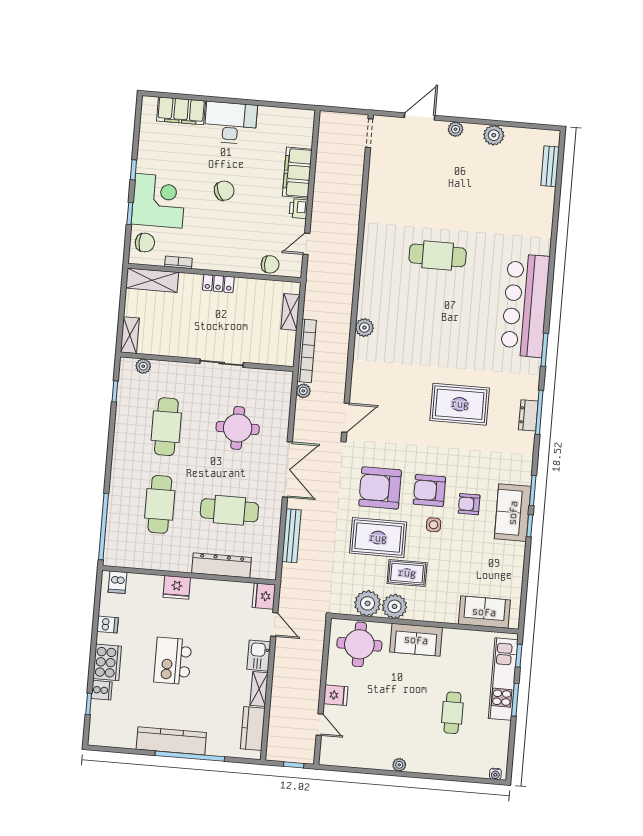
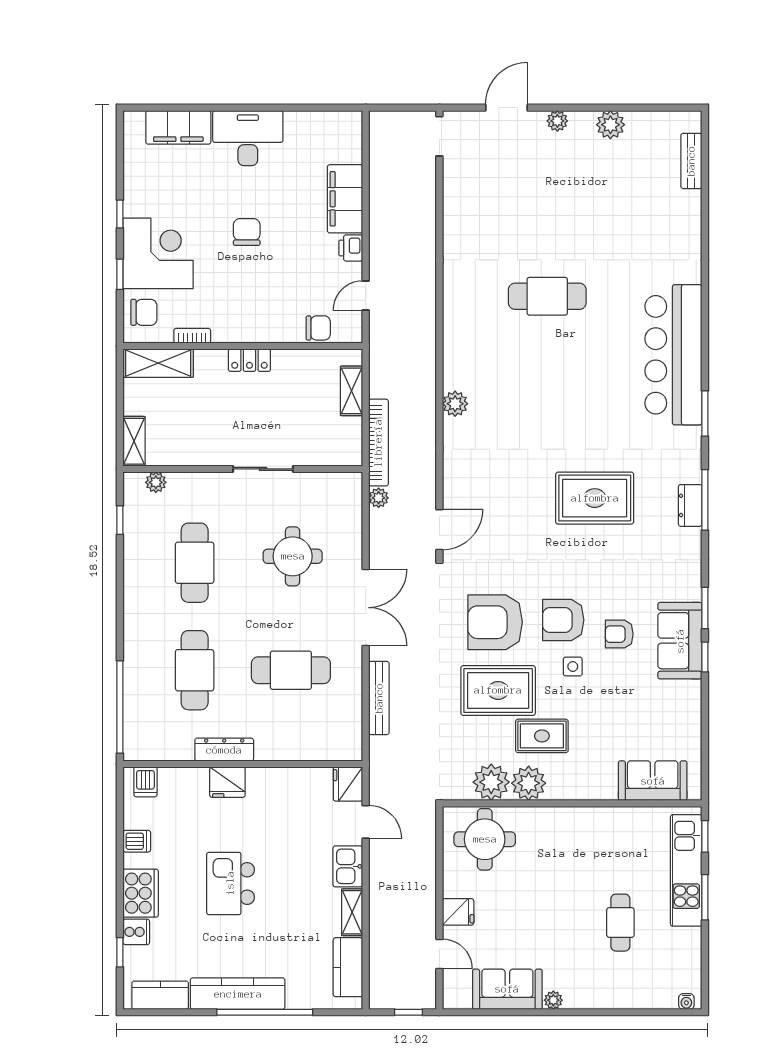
chair: (224, 191) -> (247, 232), turned -67
dresser: (222, 565) -> (224, 750), moved, width x0.73, depth x0.80
sofa: (416, 640) -> (507, 989), moved, turned 180
kitchen counter: (115, 737) -> (160, 995), added

